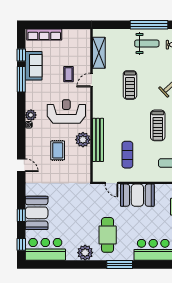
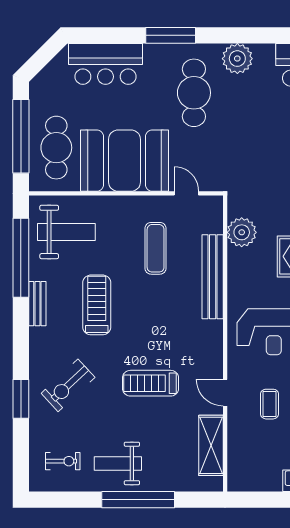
window: (149, 25) -> (138, 500), moved
door: (91, 80) -> (225, 393), swing flipped
treadmill: (130, 85) -> (151, 383), turned -90
plant: (83, 140) -> (242, 232), moved
booth: (137, 195) -> (125, 161), width x1.36, depth x1.42

